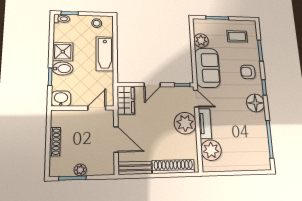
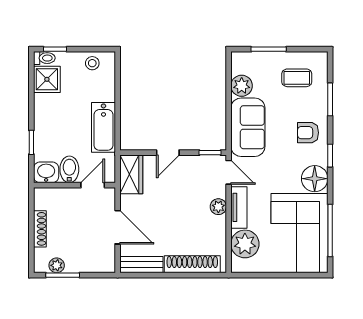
shower: (63, 52) -> (47, 79), moved
bathtub: (105, 54) -> (103, 127), moved
bidet: (63, 69) -> (69, 169), moved, turned -90
plant: (185, 123) -> (218, 207), width x0.53, depth x0.53
corner sofa: (249, 141) -> (299, 233), added
plant: (80, 170) -> (57, 265), moved

